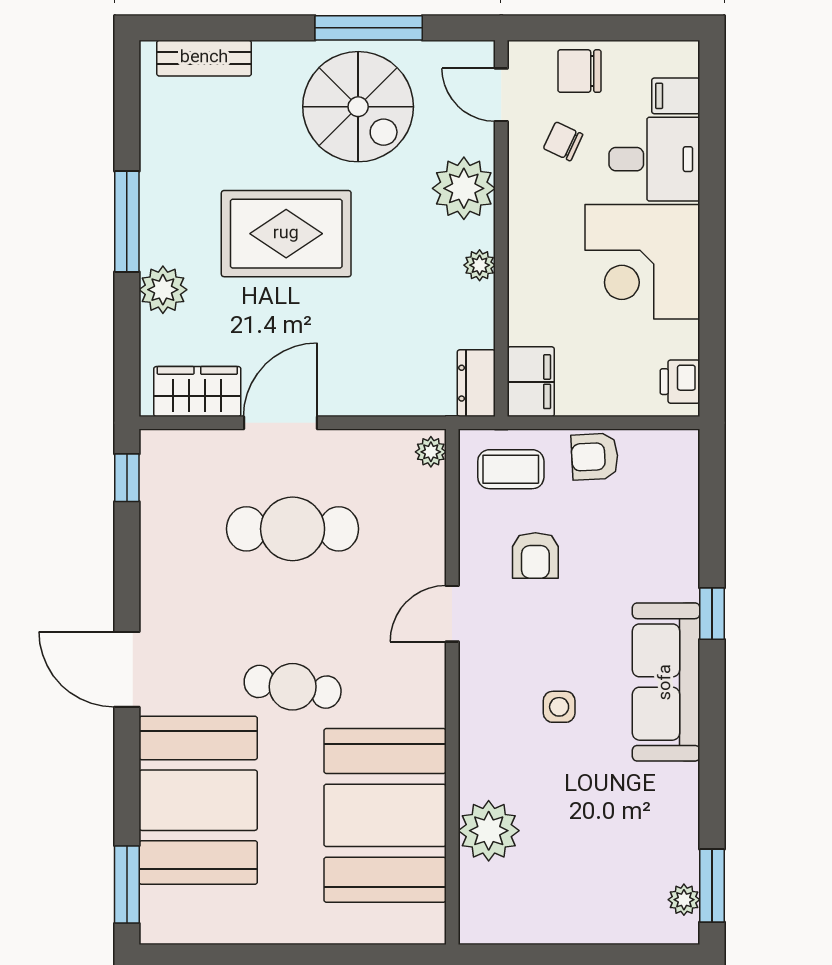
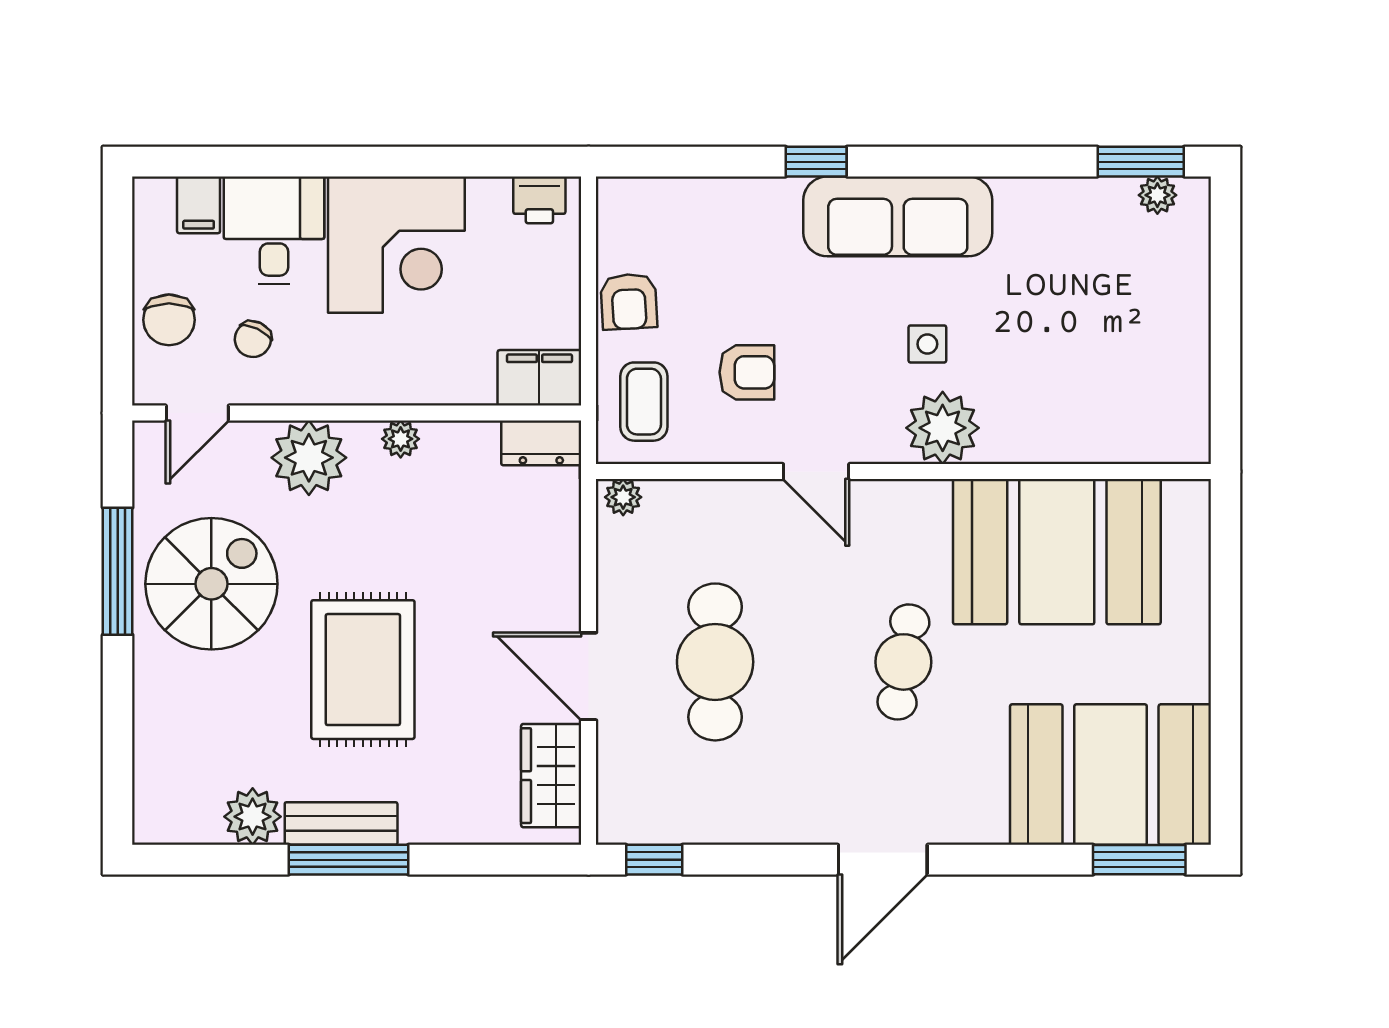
bench: (204, 58) -> (341, 824), moved, turned 90
plant: (163, 290) -> (253, 817), moved
booth: (198, 800) -> (1111, 775), moved
plant: (489, 831) -> (943, 428), moved

